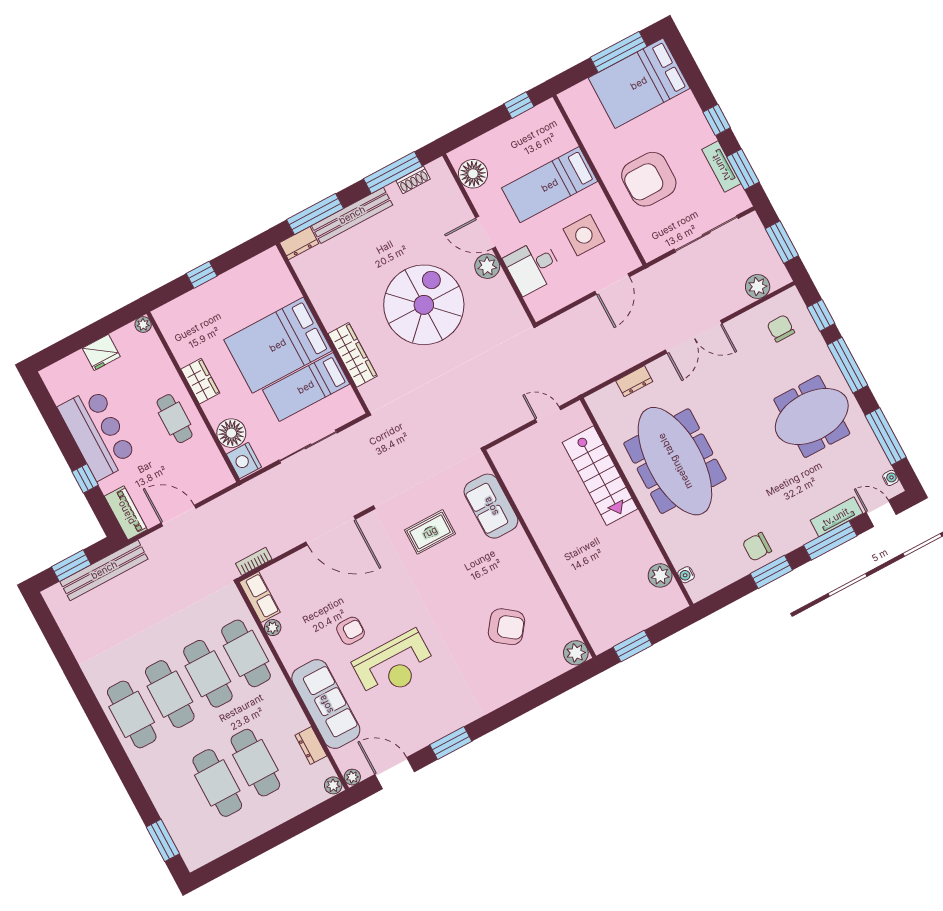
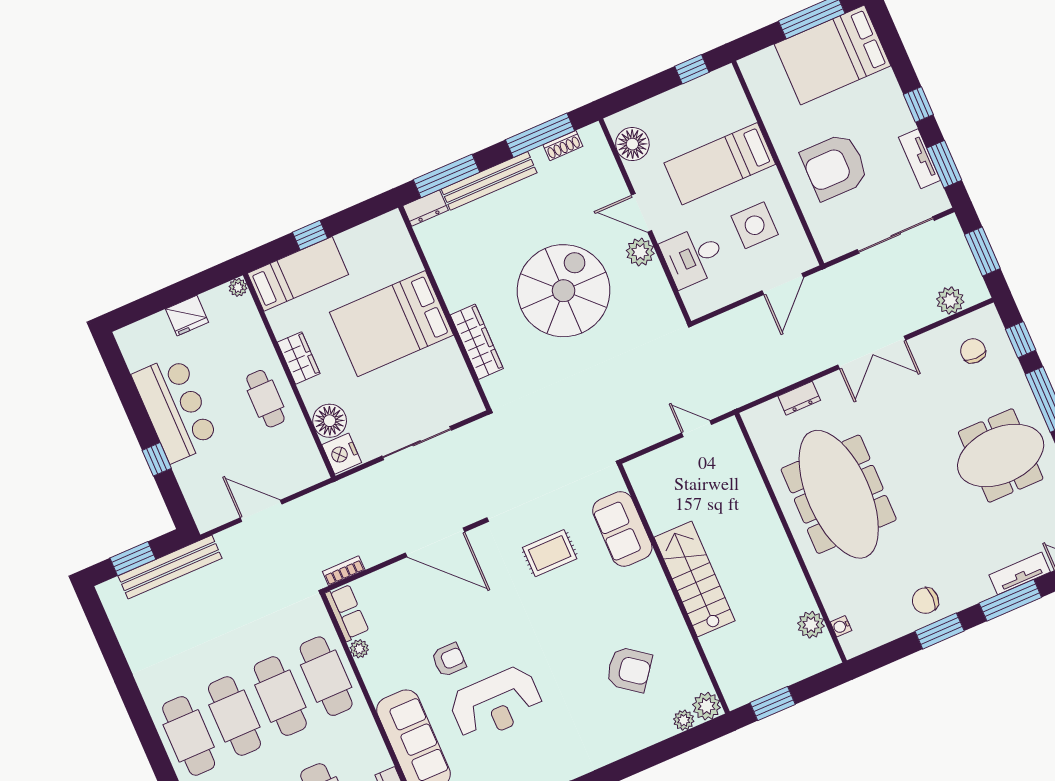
bed: (306, 387) -> (298, 274), moved, turned 180
stairs: (600, 476) -> (695, 579), moved, turned 180
piano: (126, 513) -> (201, 503), removed
plant: (557, 667) -> (684, 720), added

